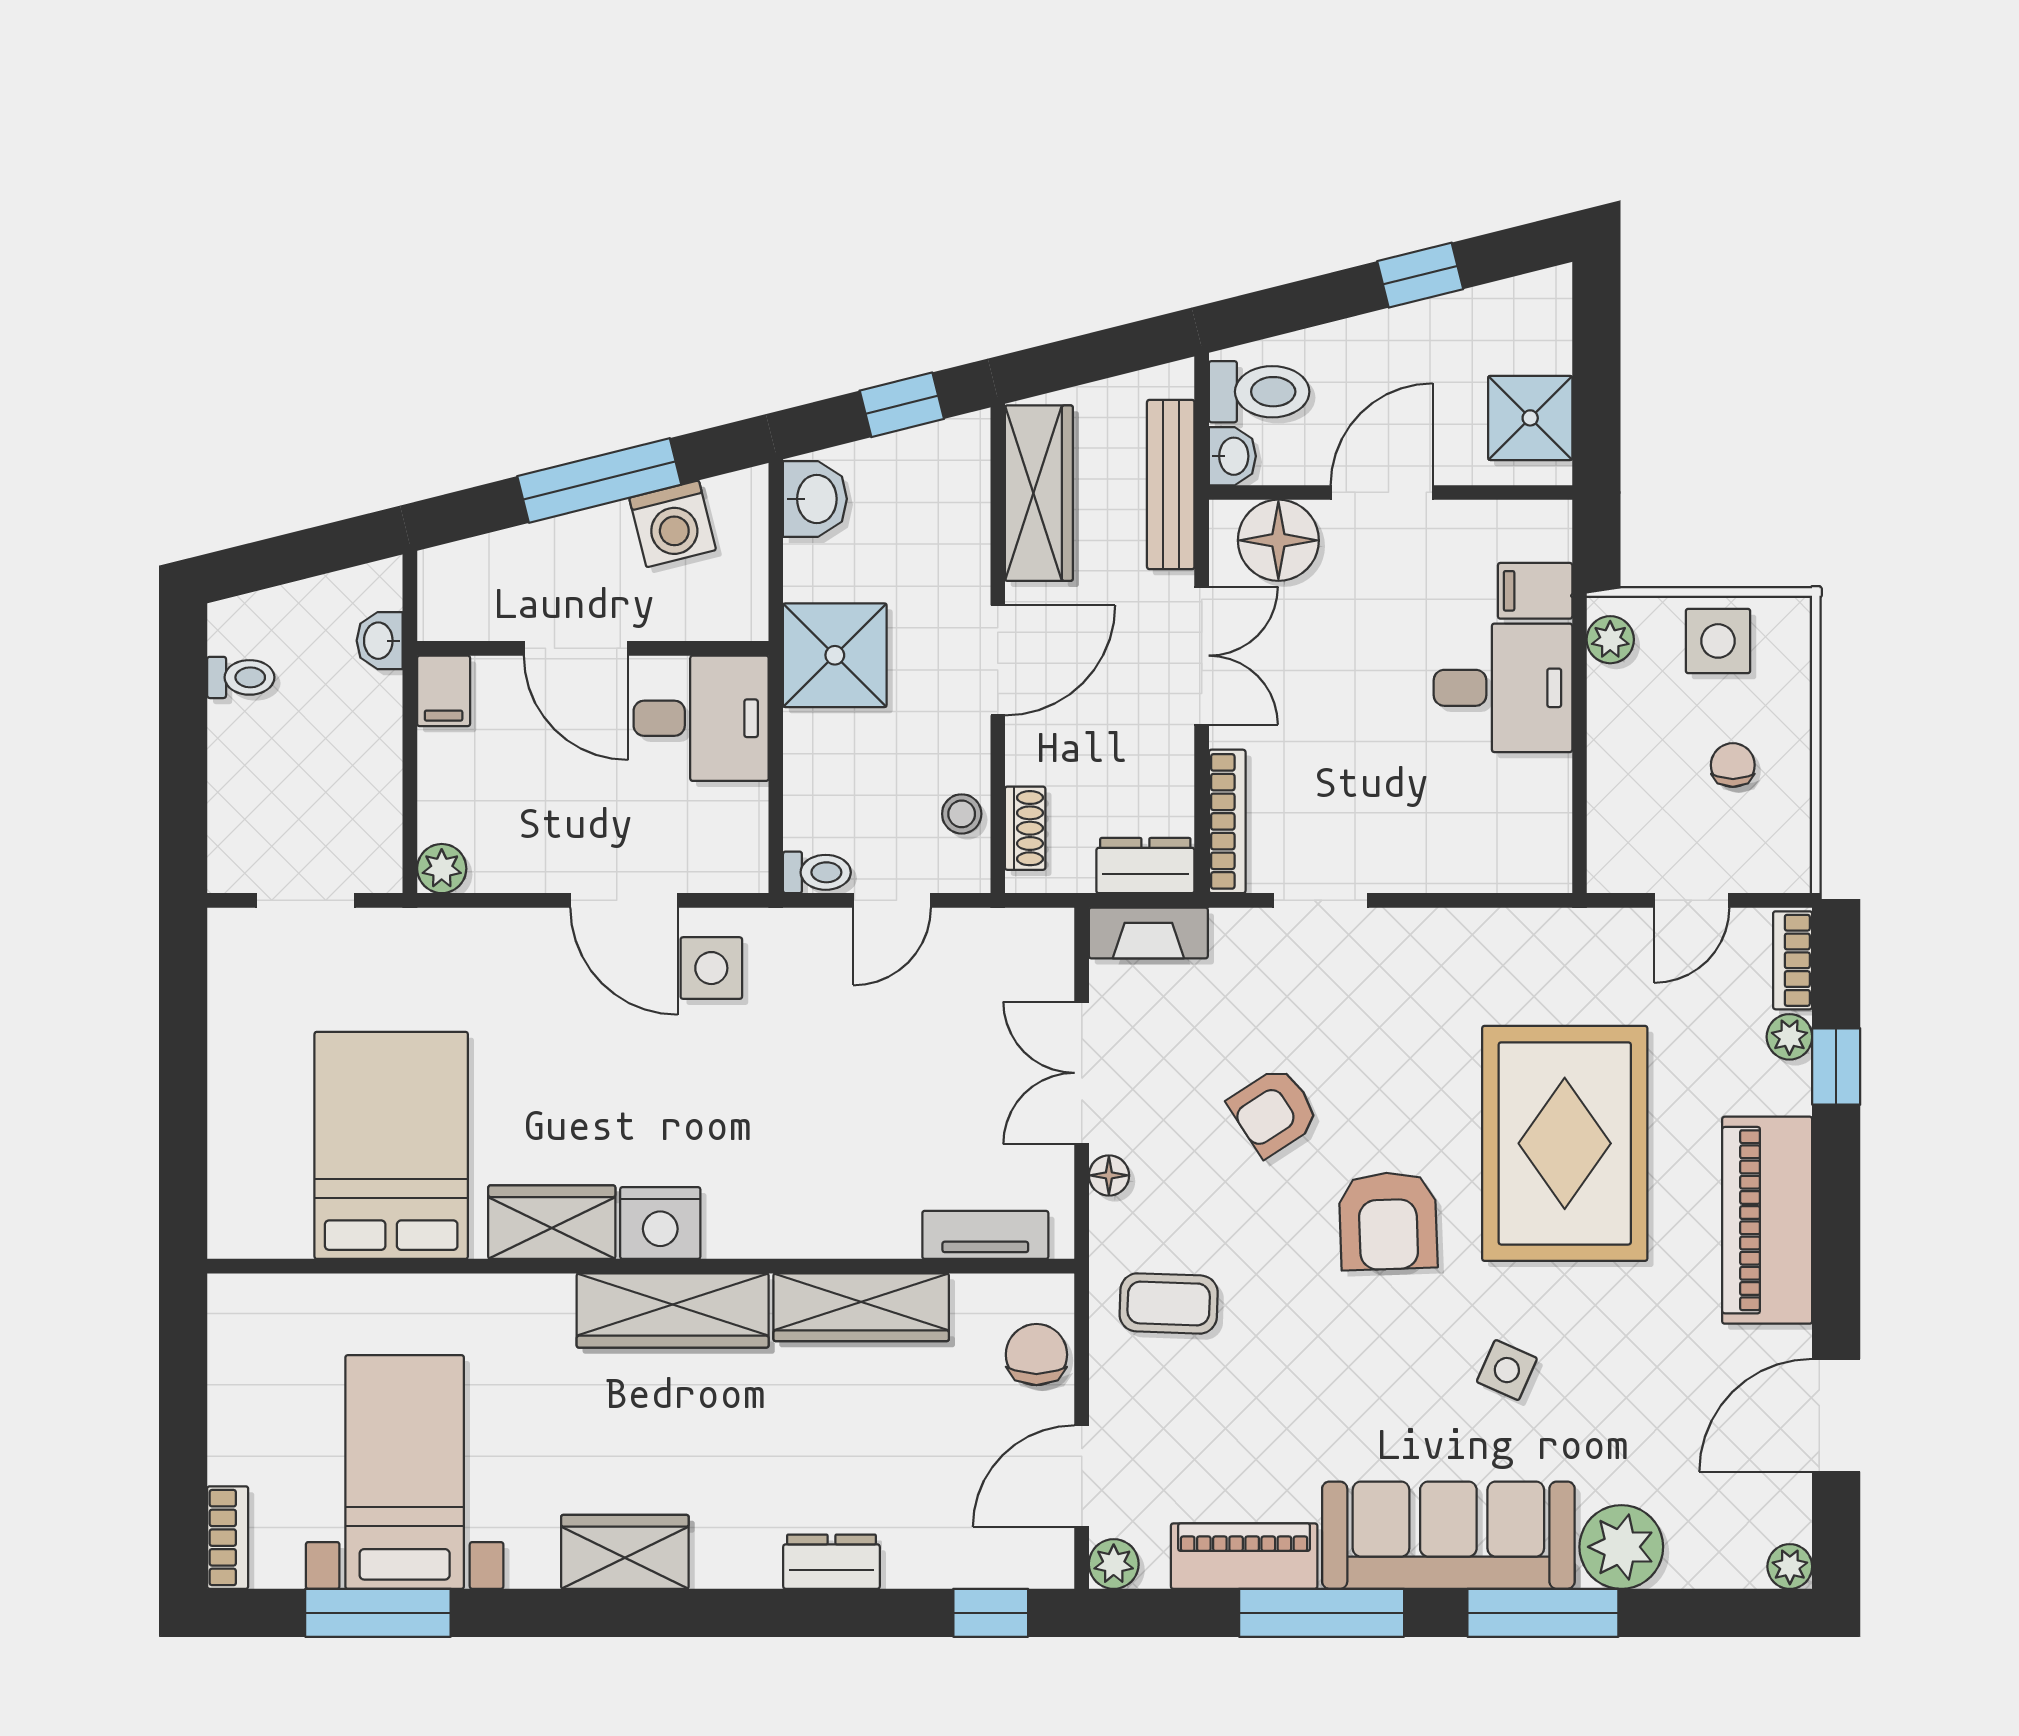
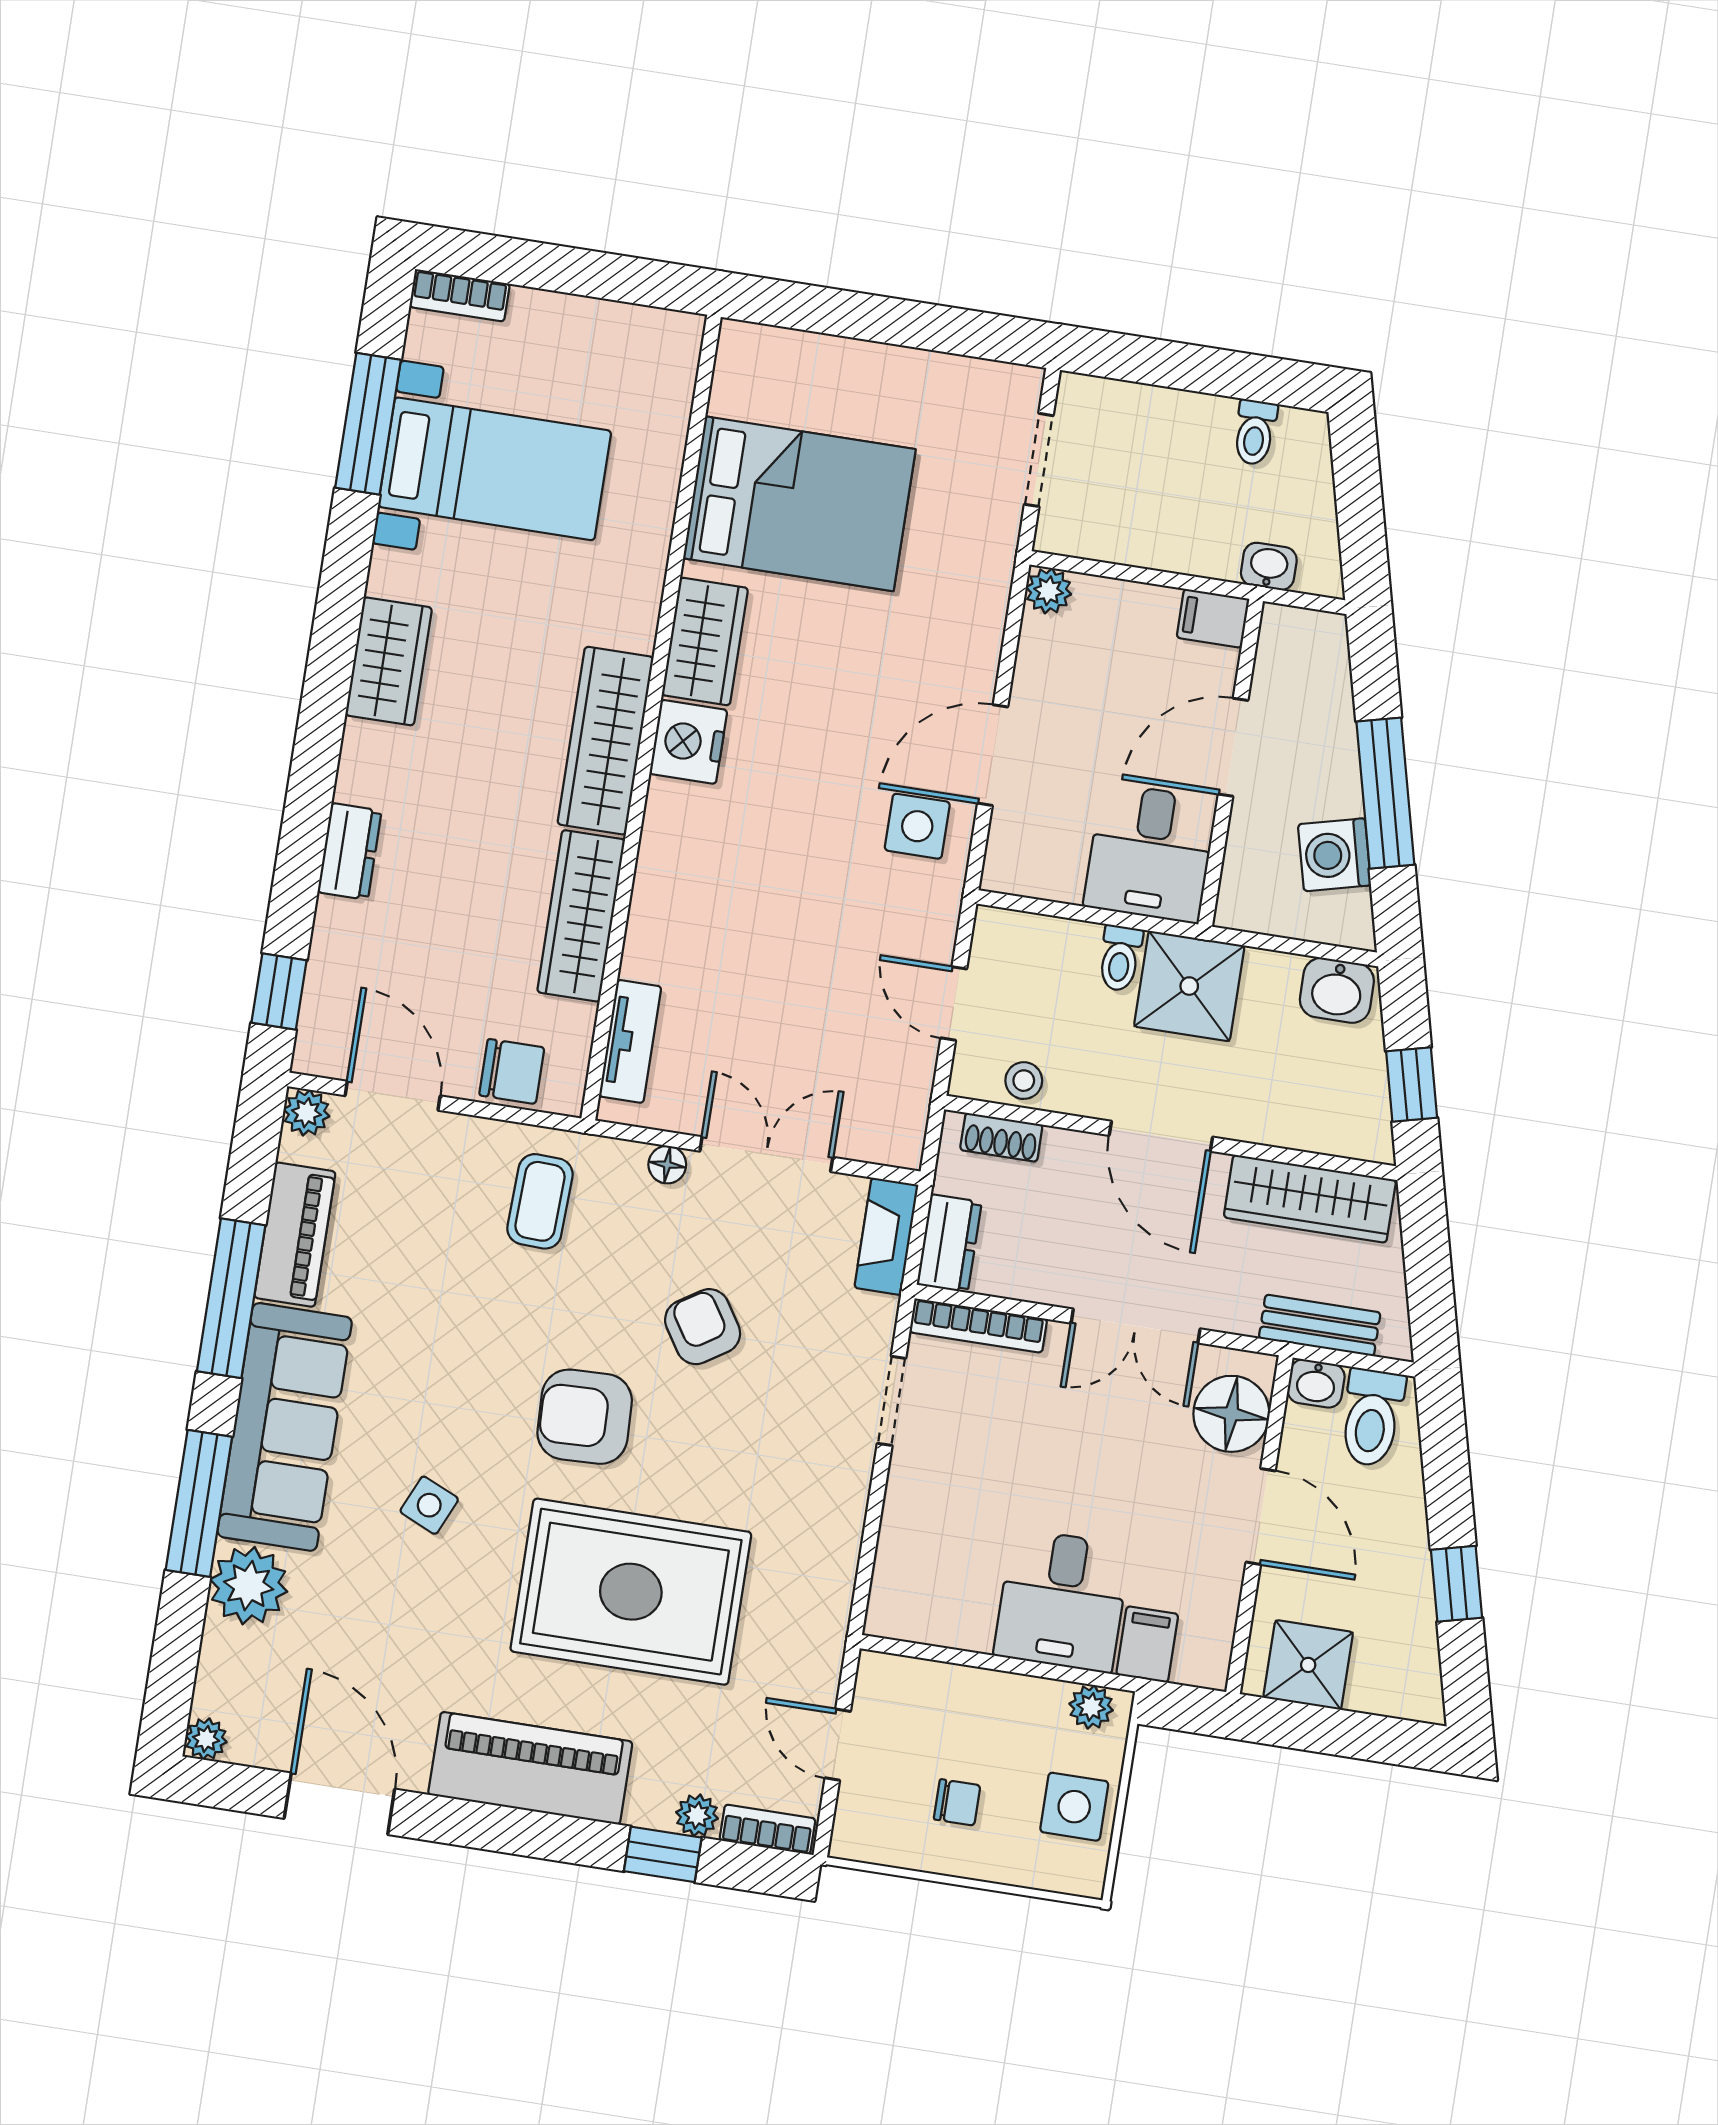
bench: (1171, 485) -> (1320, 1325), width x0.73
toilet: (817, 872) -> (1120, 958), moved

